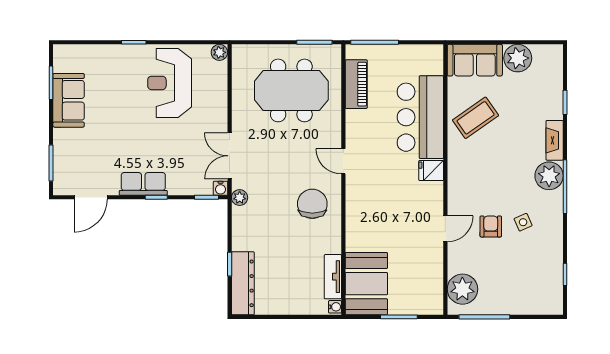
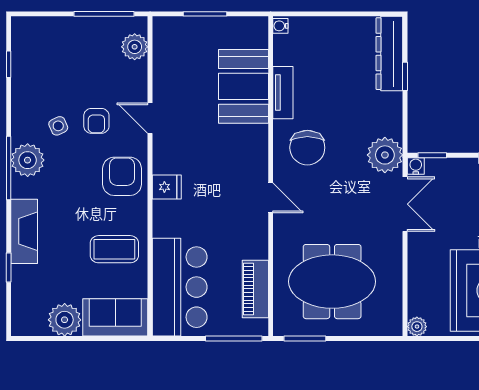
bar counter: (420, 117) -> (180, 287), moved
coffee table: (476, 118) -> (114, 249), turned 35
fireplace: (555, 140) -> (24, 231), width x1.37, depth x1.32
plant: (549, 176) -> (28, 160), moved
armchair: (469, 180) -> (122, 176), added
plant: (240, 198) -> (385, 155), width x1.88, depth x1.88
door: (445, 229) -> (150, 118), hinge flipped
tv unit: (333, 277) -> (283, 93), moved
booth: (366, 284) -> (243, 86), moved
plant: (462, 289) -> (135, 47), width x0.73, depth x0.73

